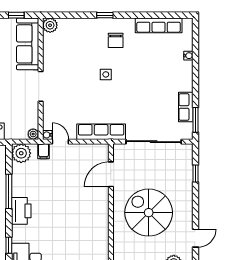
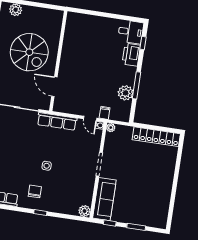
plant: (21, 153) -> (126, 93), moved
door: (111, 174) -> (54, 87), swing flipped
printer: (21, 211) -> (131, 55), moved

